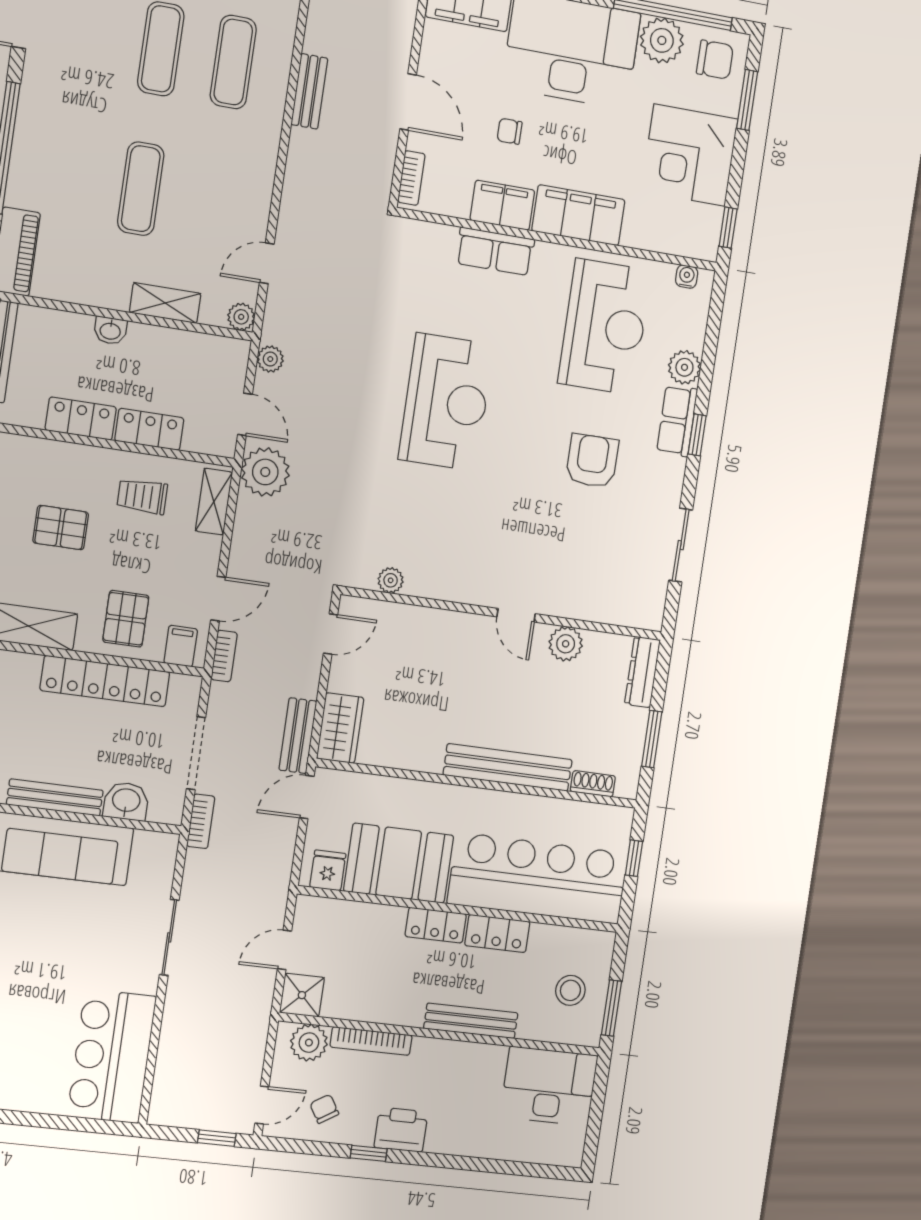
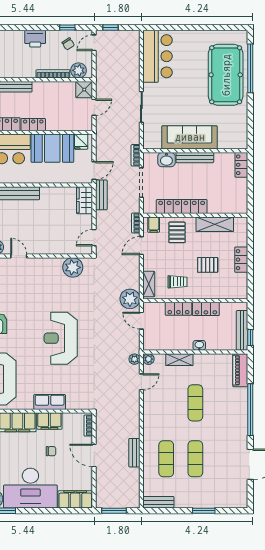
plant: (270, 359) -> (134, 359), moved
plant: (391, 580) -> (73, 267), width x1.88, depth x1.88
window: (369, 1153) -> (67, 27), moved

